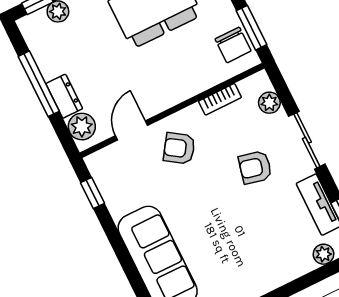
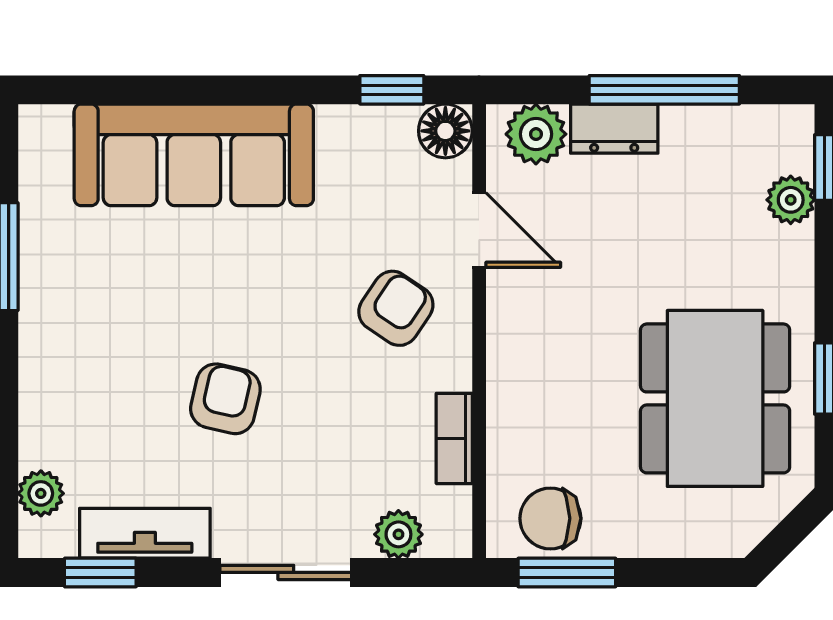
floor lamp: (98, 163) -> (445, 131), added
armchair: (255, 167) -> (225, 399), moved

